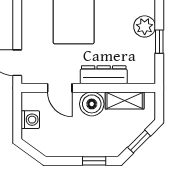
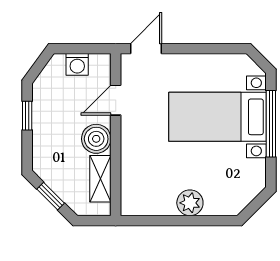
window: (159, 42) -> (172, 221), removed
dresser: (104, 75) -> (131, 153), removed
window: (94, 161) -> (27, 116), moved

